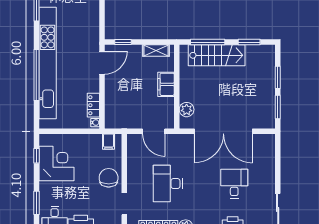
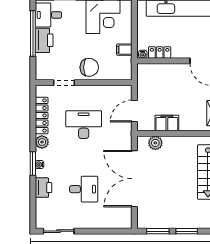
filing cabinet: (166, 84) -> (167, 123), moved
filing cabinet: (108, 142) -> (124, 50), moved

